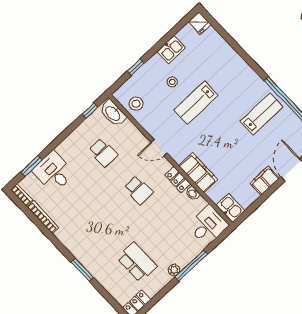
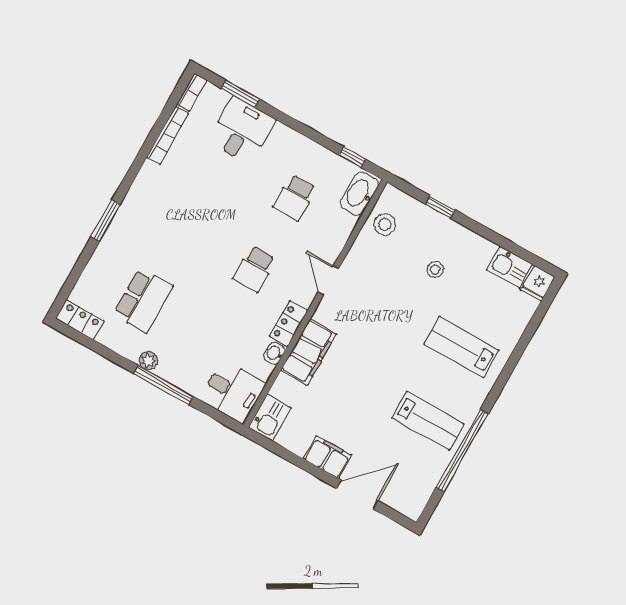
kitchen sink: (171, 50) -> (510, 267), moved
lab bench: (196, 103) -> (461, 347), moved

